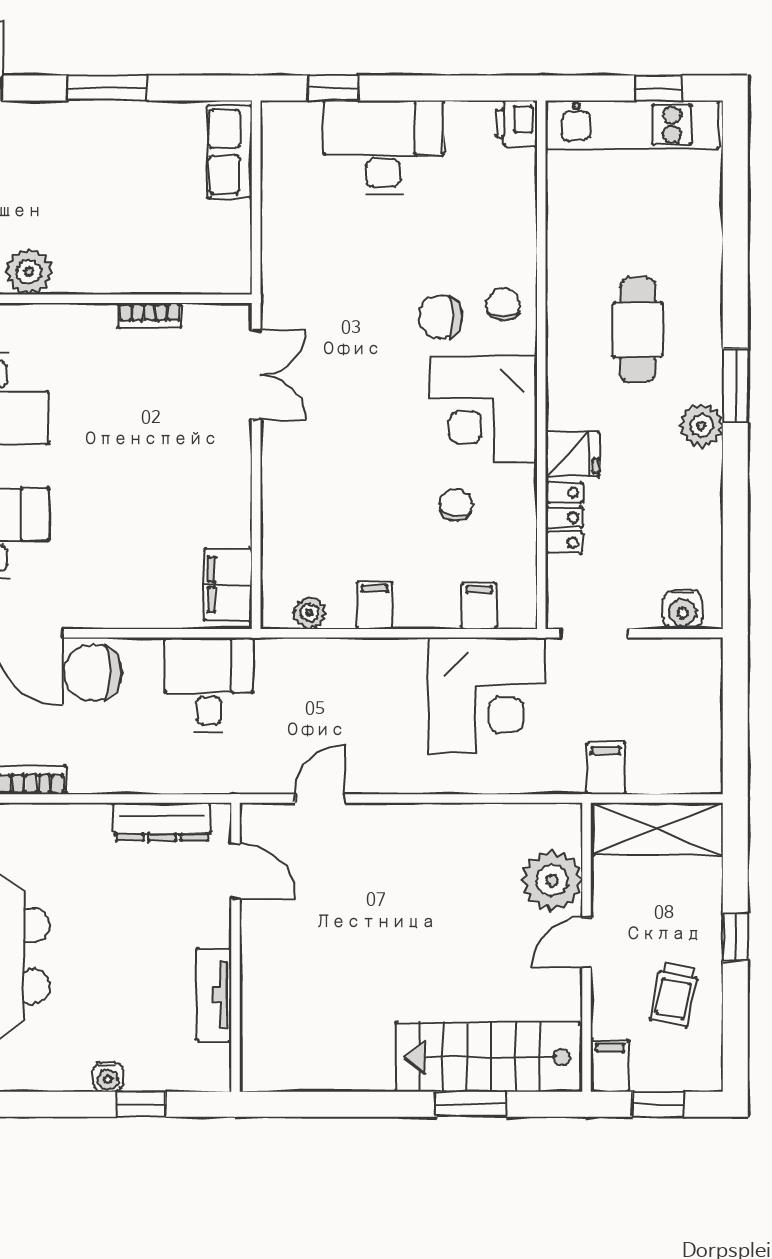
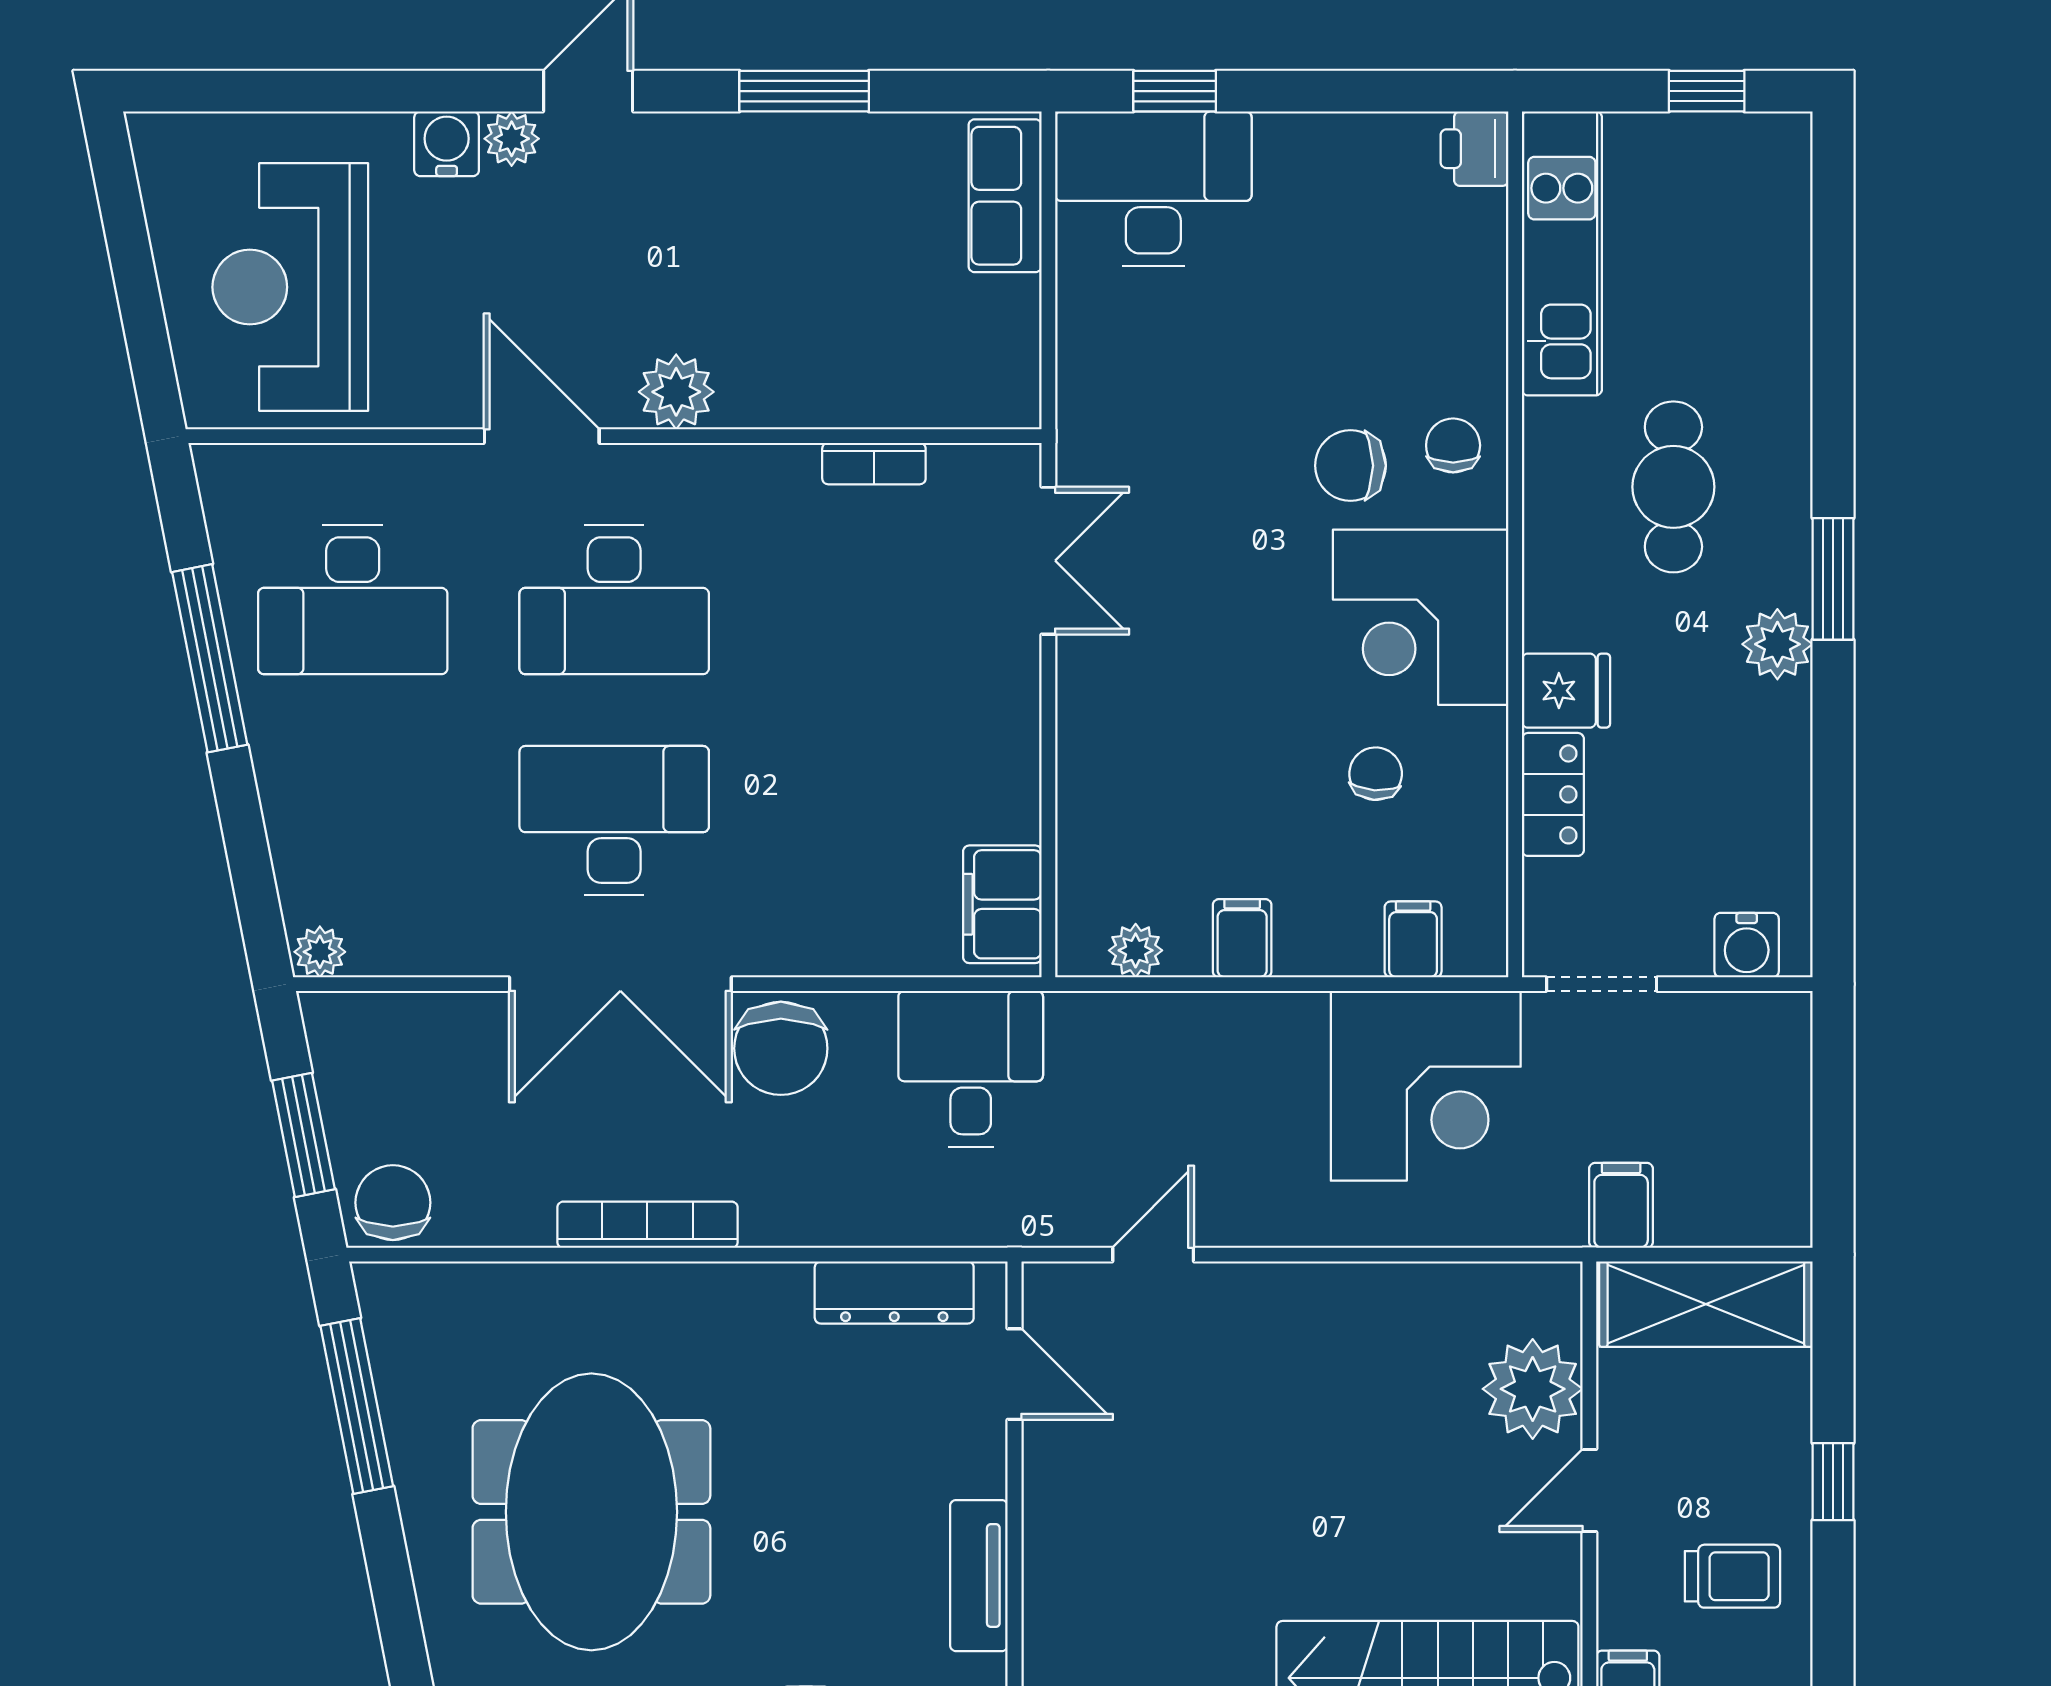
kitchen unit: (632, 125) -> (1562, 253), moved, turned -90
desk: (383, 148) -> (1153, 189), moved
chair: (93, 673) -> (781, 1048), turned -90
trolley: (674, 995) -> (1732, 1576), turned -101

